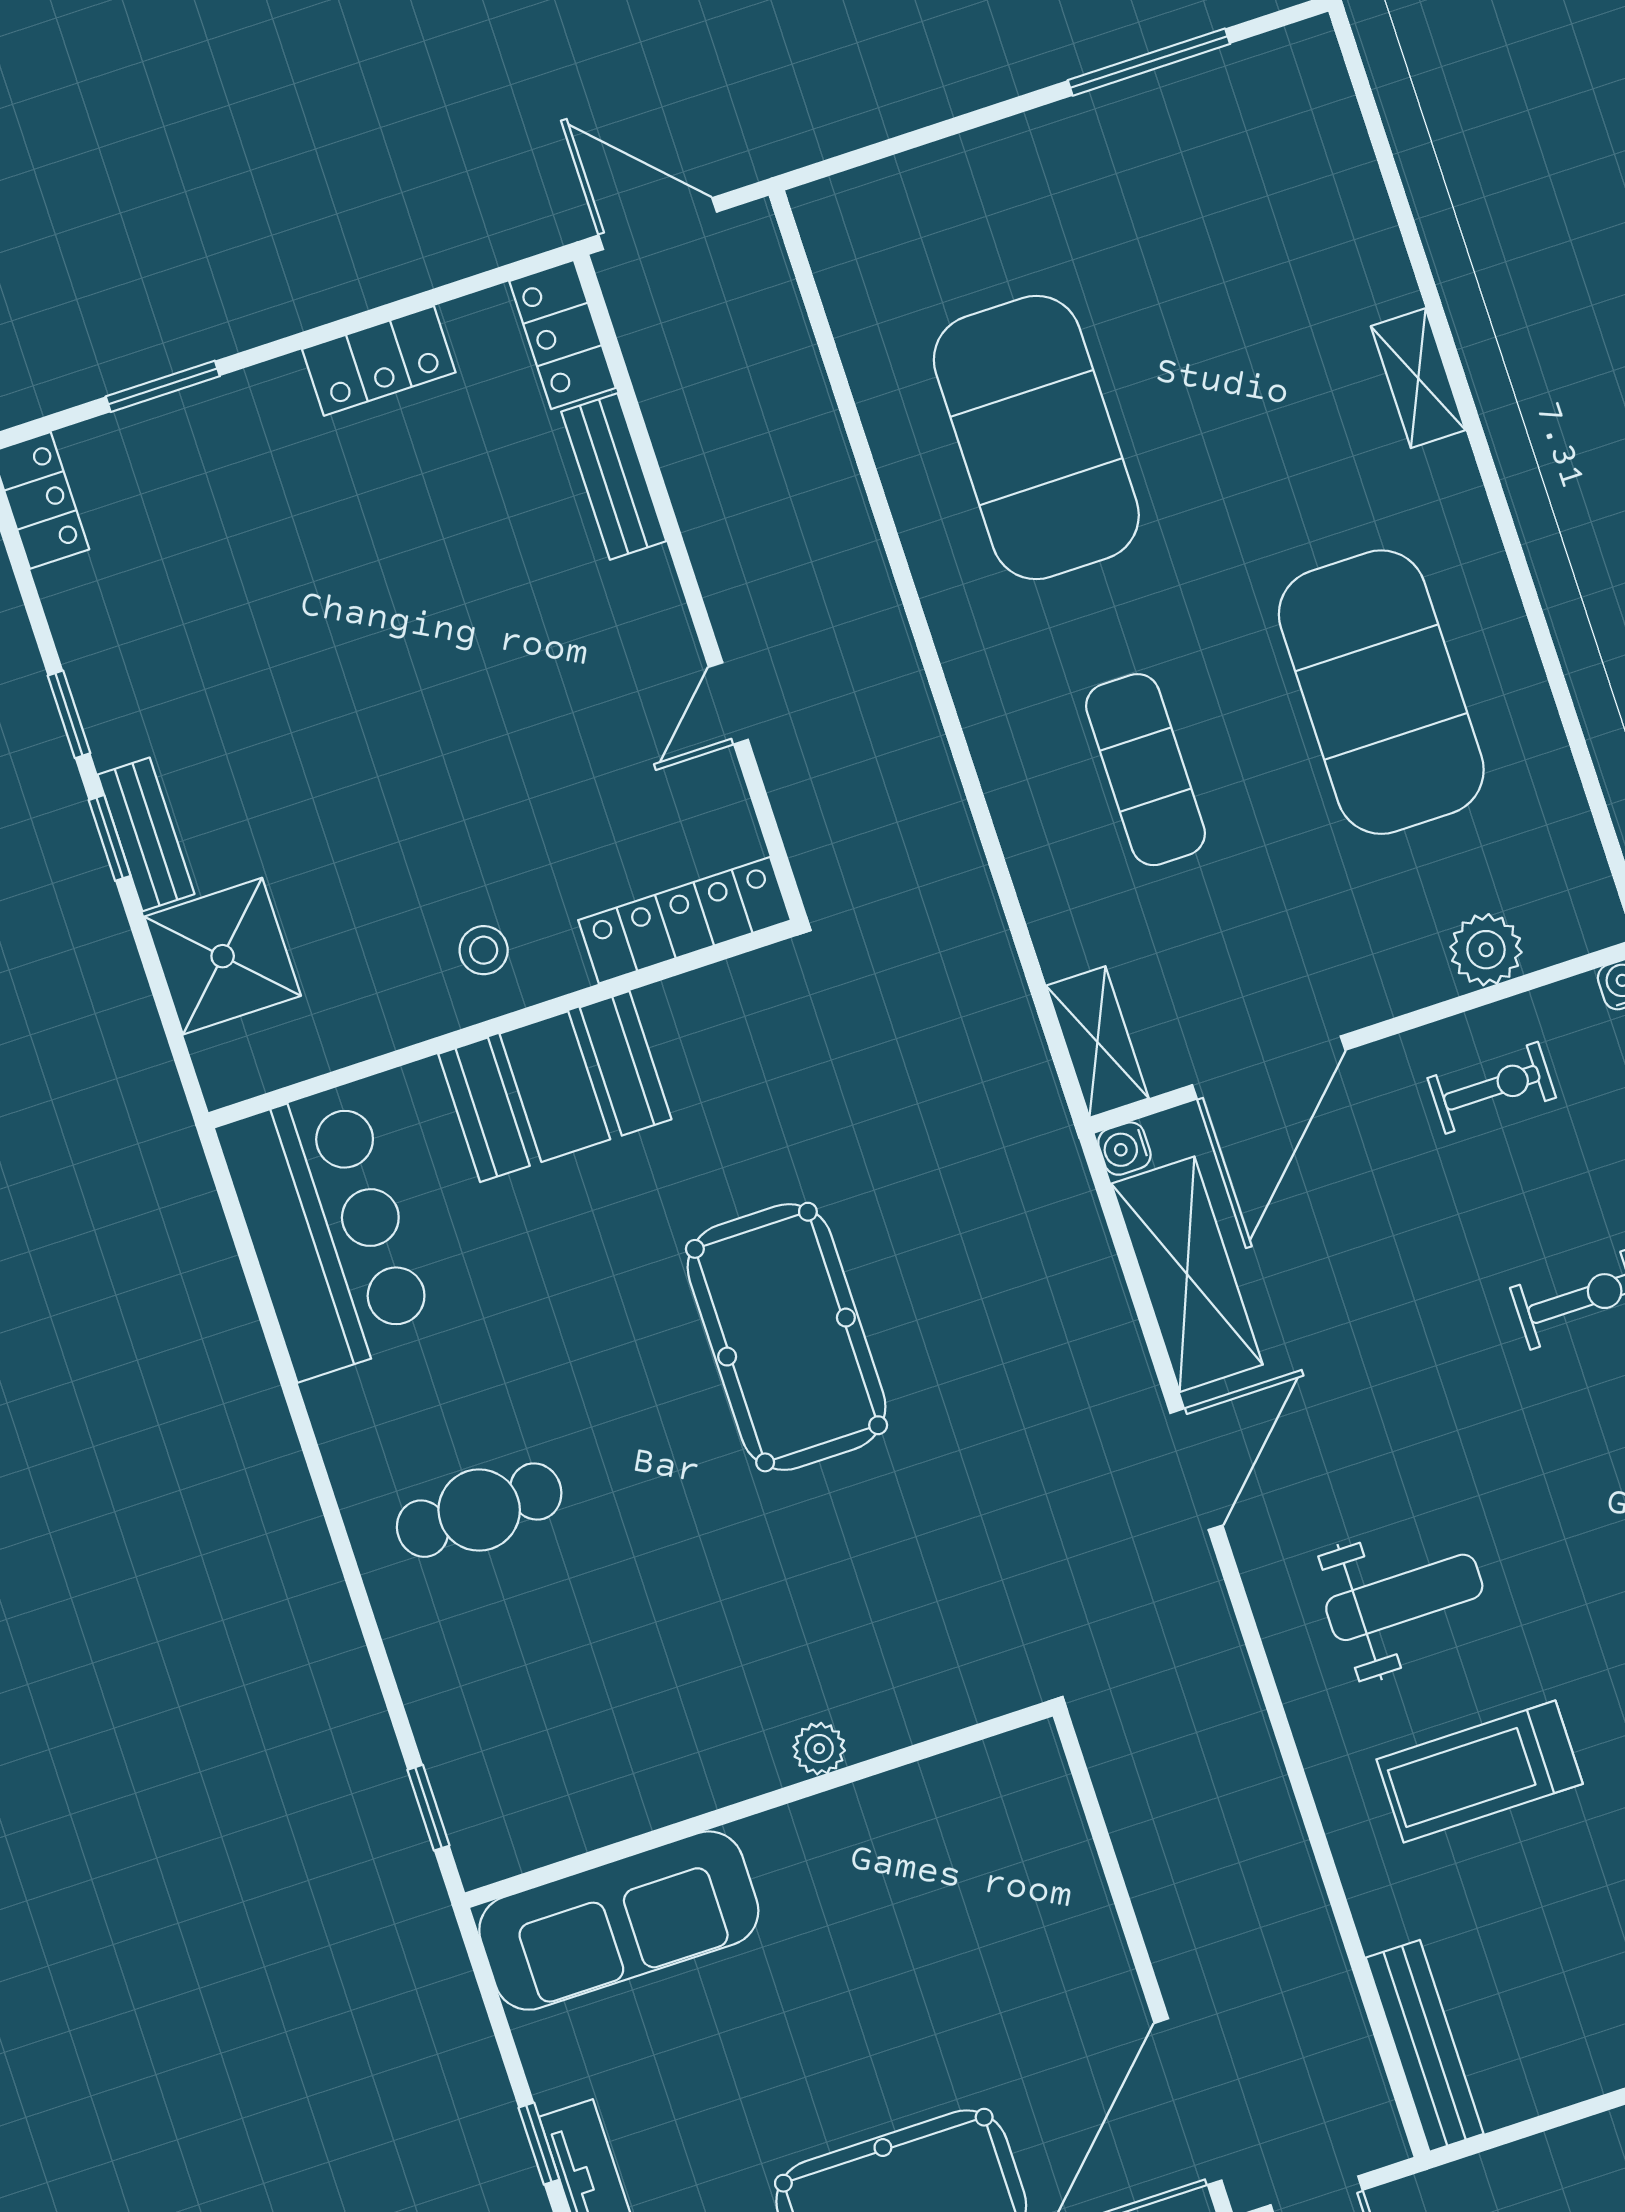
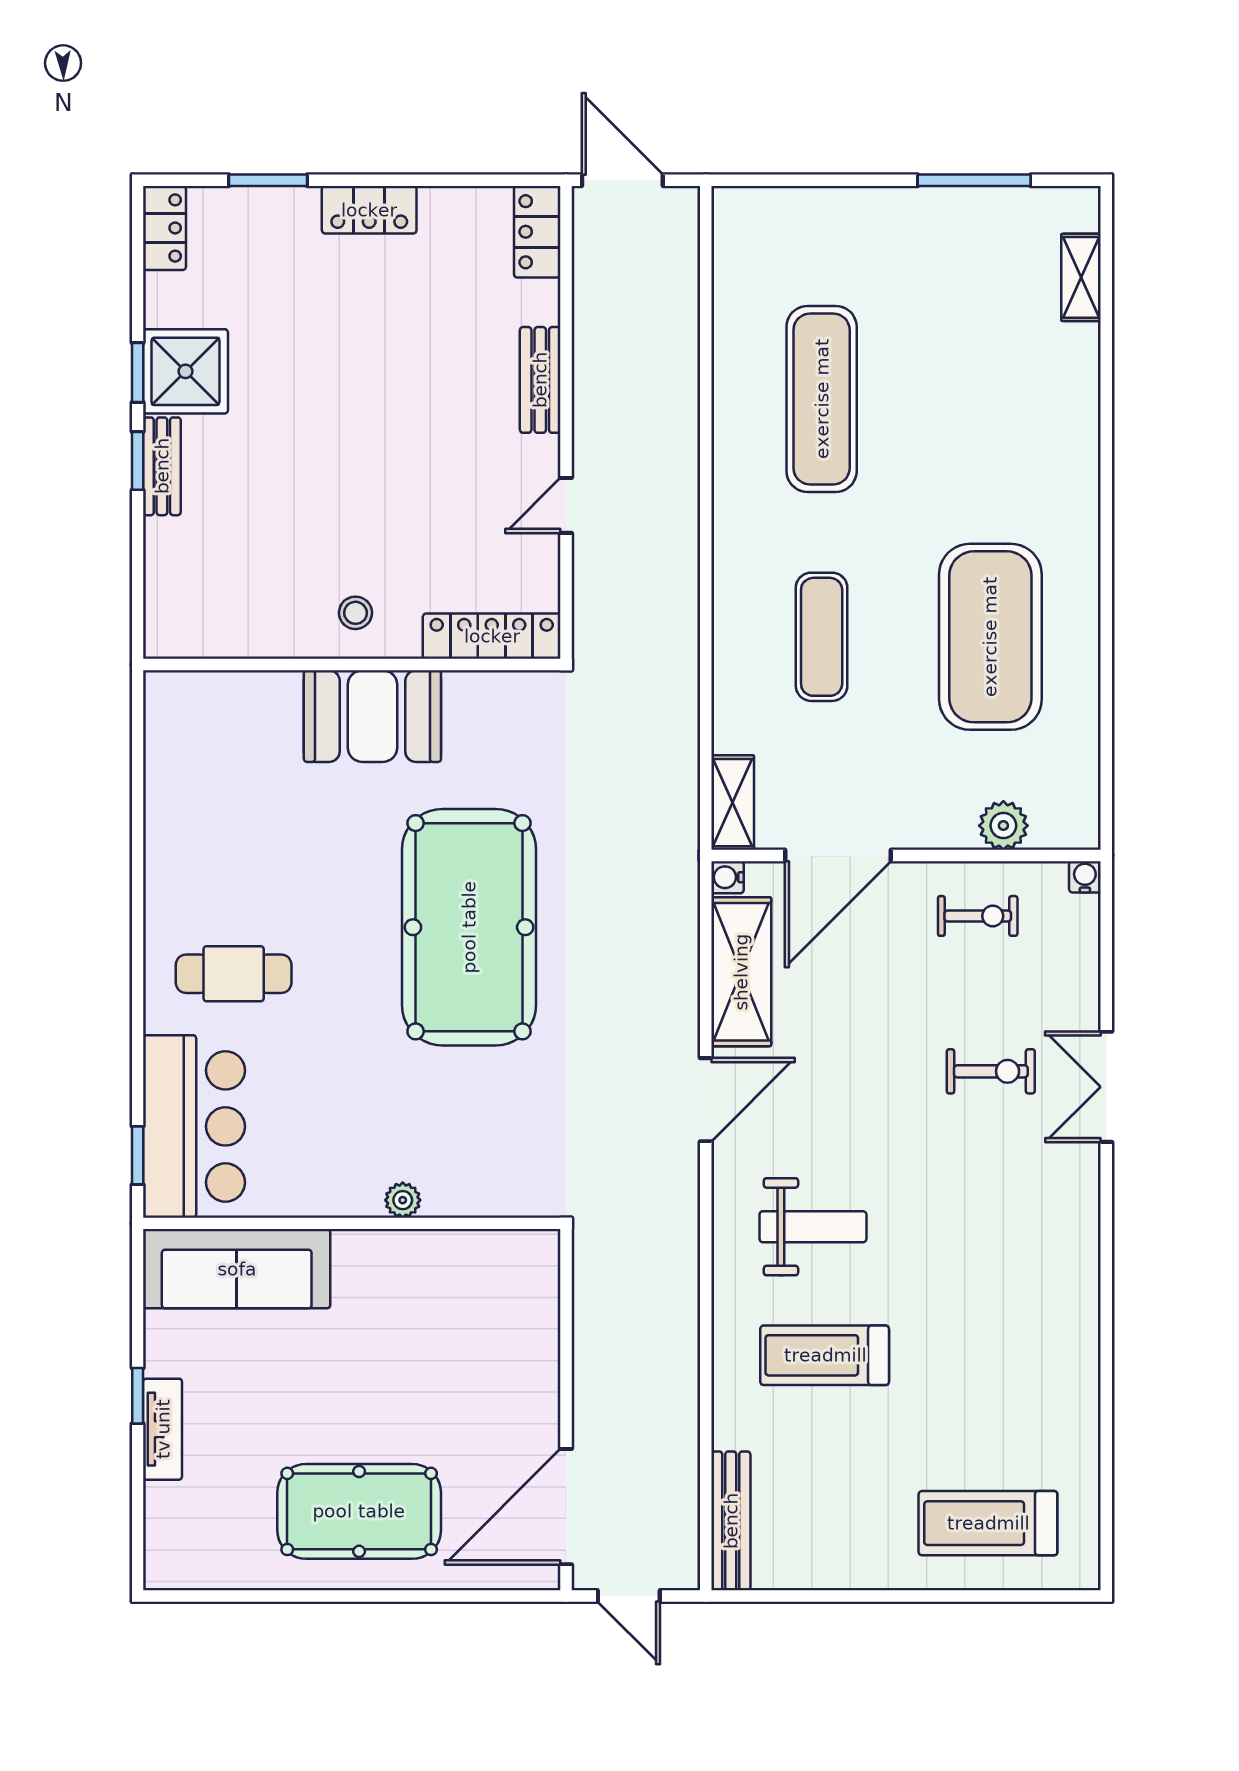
locker: (379, 361) -> (369, 210), moved
shelving: (1418, 378) -> (1081, 277), moved
exercise mat: (1036, 438) -> (822, 399), width x0.68
bench: (614, 476) -> (540, 380), moved
shower: (223, 956) -> (185, 371), moved
bar counter: (326, 1232) -> (194, 1126), moved
pool table: (787, 1337) -> (469, 927), width x1.36, depth x1.32

